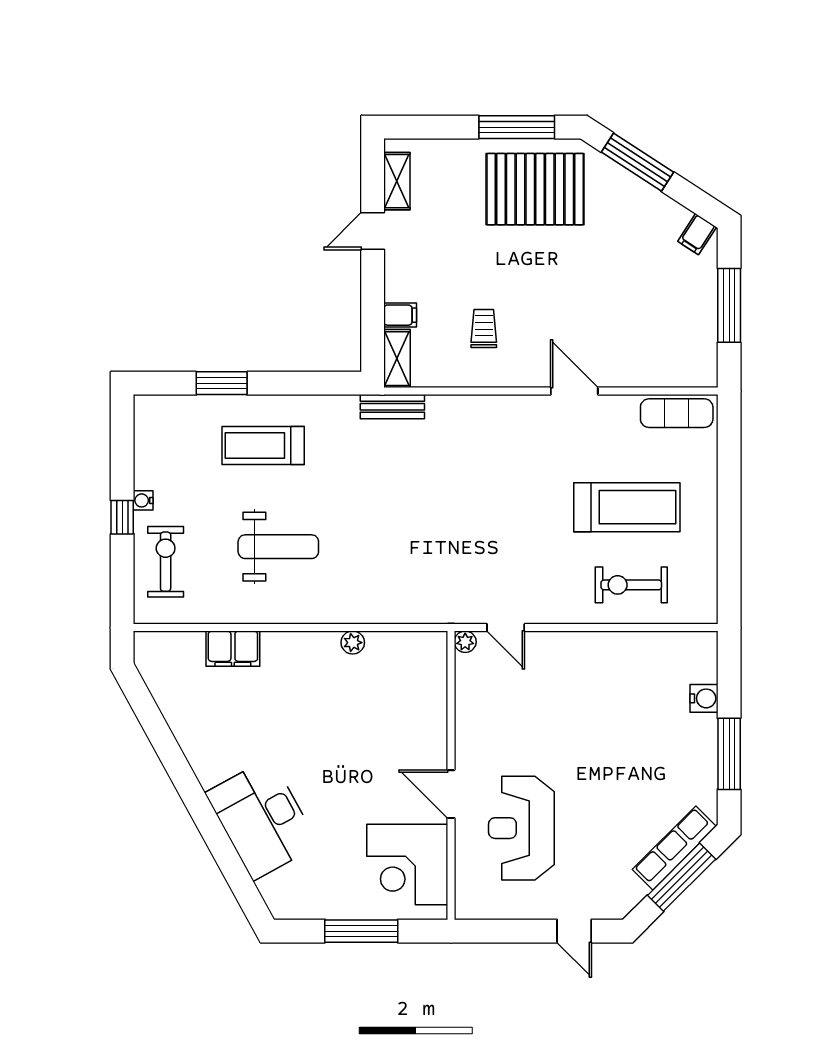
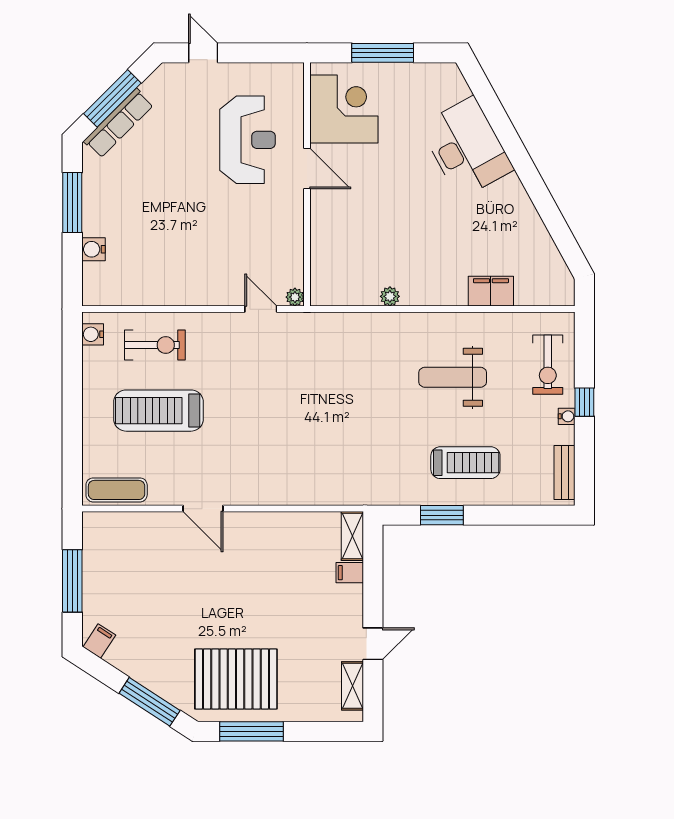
trolley: (484, 328) -> (279, 561), removed
window: (222, 383) -> (442, 515), moved
bench: (392, 407) -> (565, 473), moved, turned 90
water cooler: (705, 598) -> (93, 334), added

